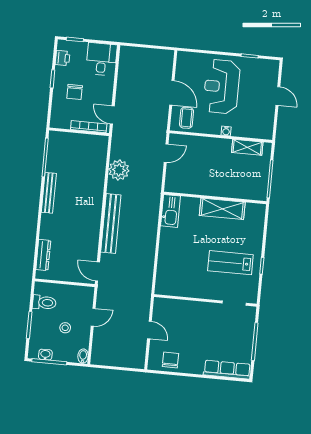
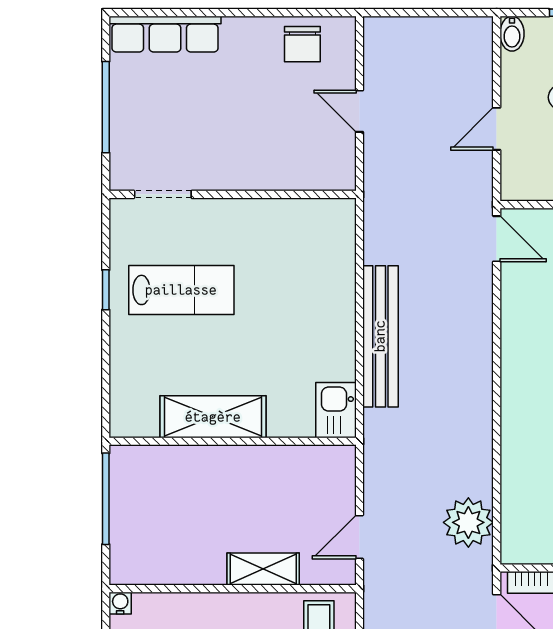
water cooler: (226, 131) -> (120, 603), moved
shelving: (247, 147) -> (263, 569), moved
plant: (119, 170) -> (468, 522), moved
kitchen sink: (170, 211) -> (336, 410), width x0.73
bench: (111, 224) -> (380, 336), moved

